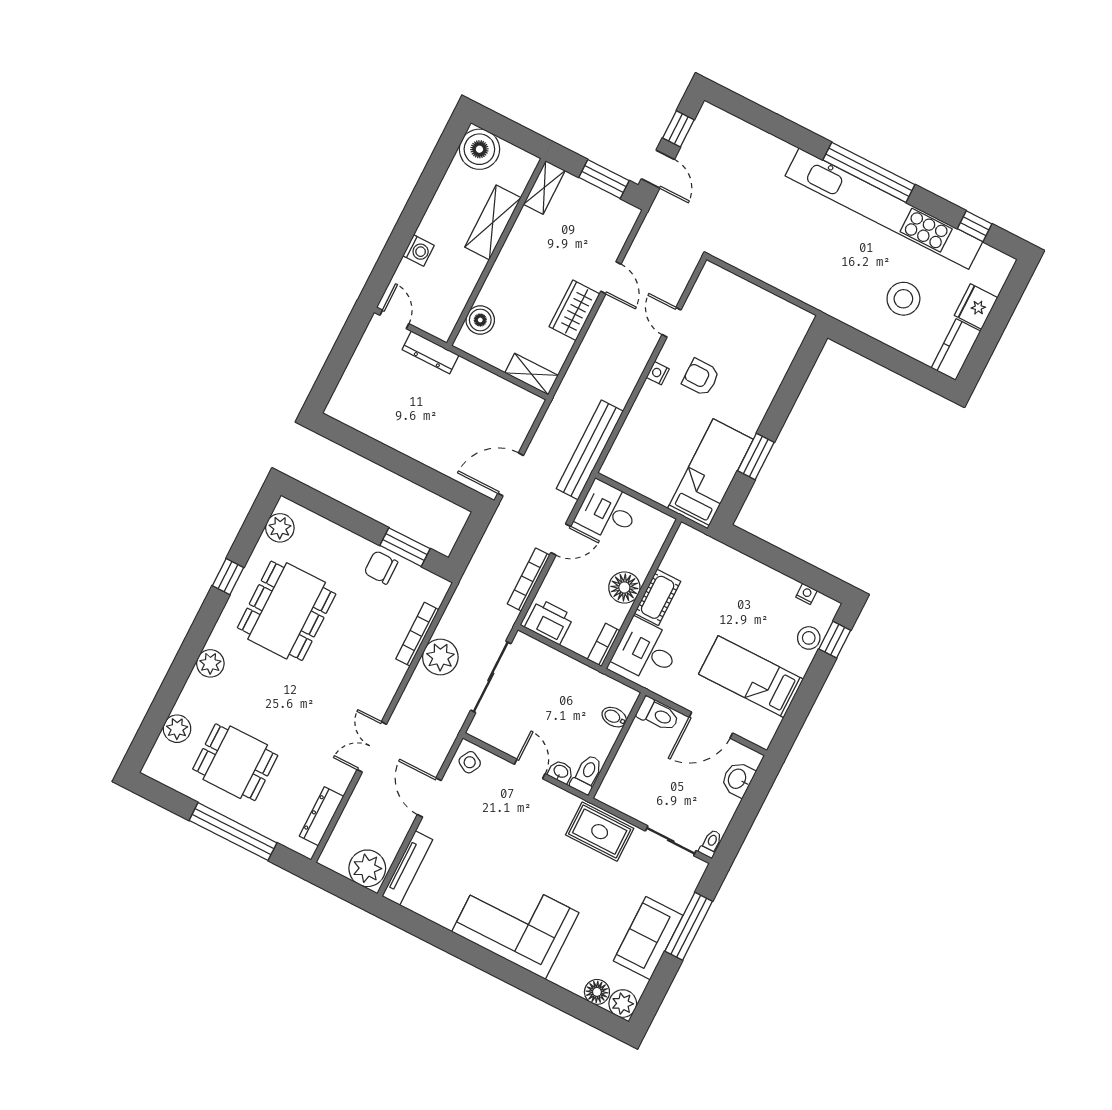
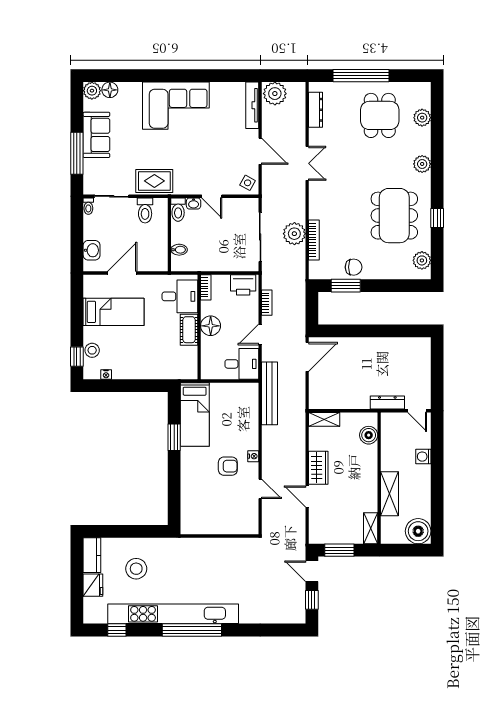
bookcase: (529, 580) -> (267, 303), width x0.64
toilet: (658, 714) -> (145, 210), moved, turned -90
dining table: (235, 762) -> (380, 115), turned 90

